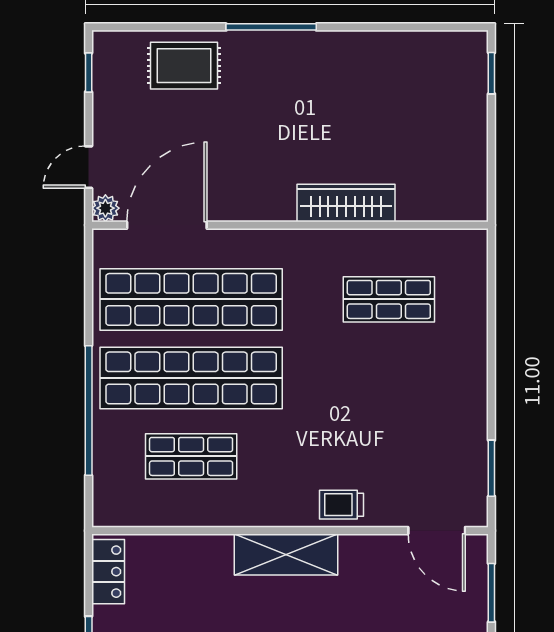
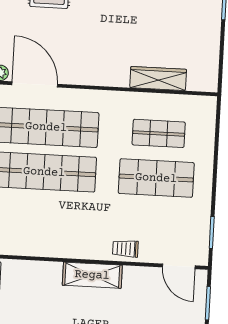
wardrobe: (346, 203) -> (158, 78), moved
door: (167, 225) -> (35, 84), hinge flipped
shop shelf: (191, 456) -> (156, 178), moved, width x1.43, depth x1.36

